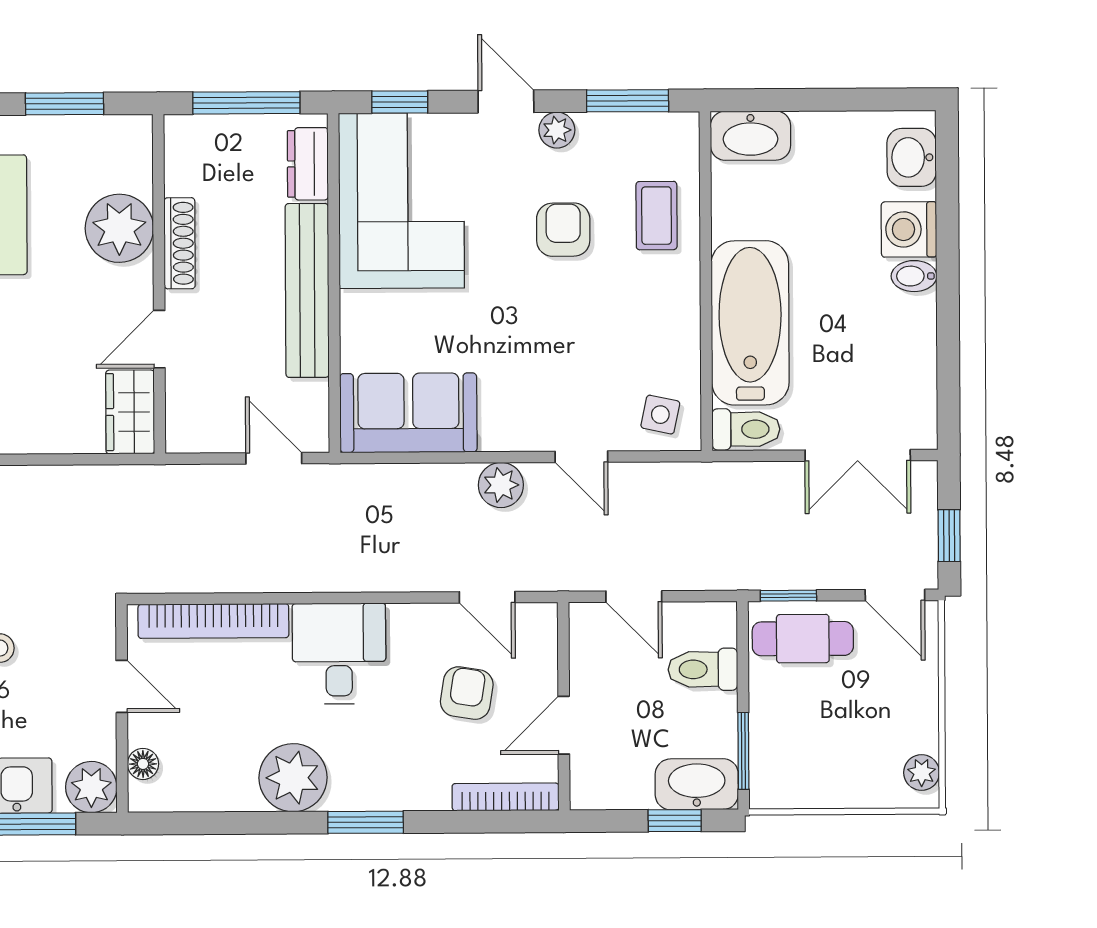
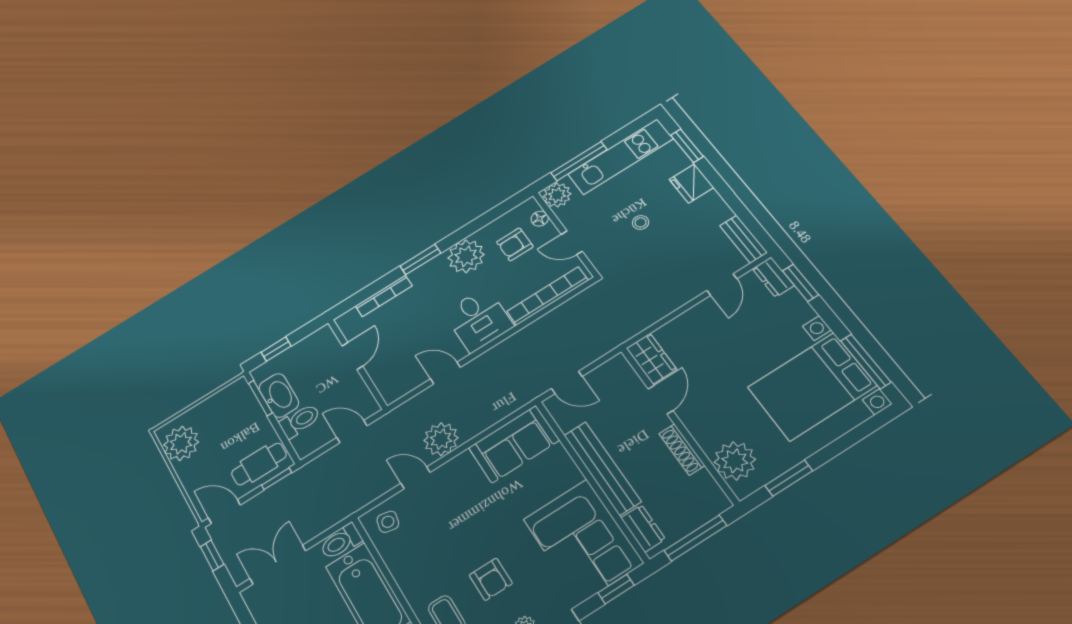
plant: (119, 228) -> (735, 461), moved
plant: (501, 485) -> (441, 439), width x1.36, depth x1.36
door: (487, 597) -> (445, 373), moved
armchair: (467, 693) -> (515, 244), moved, turned 81
plant: (922, 772) -> (181, 443), width x1.87, depth x1.87
washbasin: (697, 784) -> (279, 395), moved, turned -90
bookcase: (506, 797) -> (384, 296), moved

